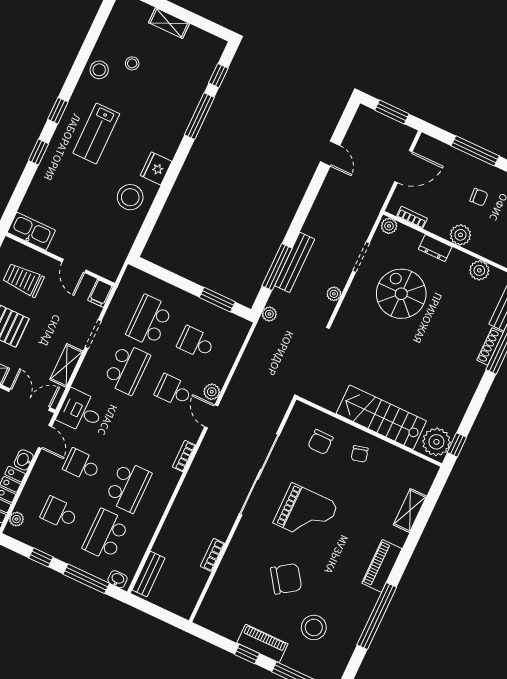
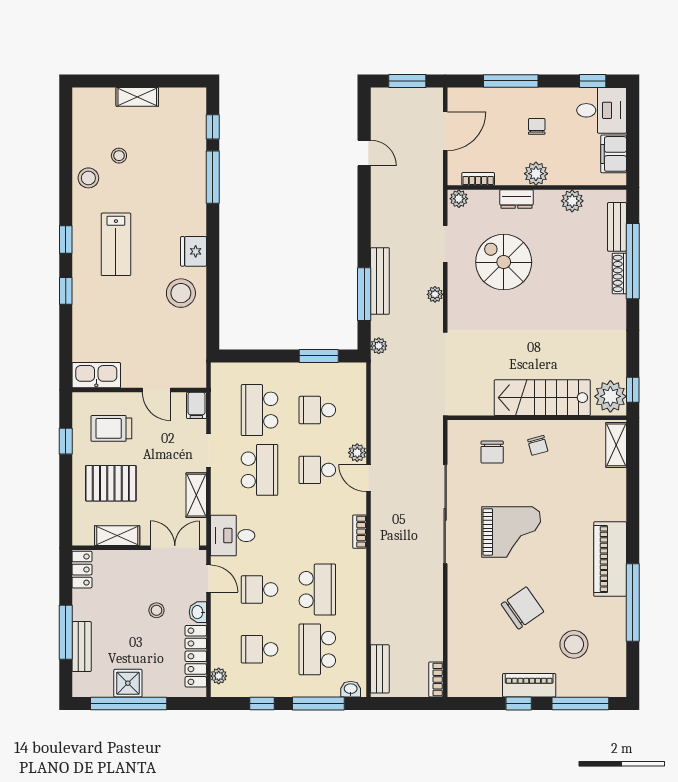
chair: (479, 197) -> (537, 126), turned -86
shelving: (410, 510) -> (616, 445), moved
bookcase: (213, 555) -> (436, 679), moved
piano: (382, 566) -> (610, 559), width x1.37, depth x1.33

